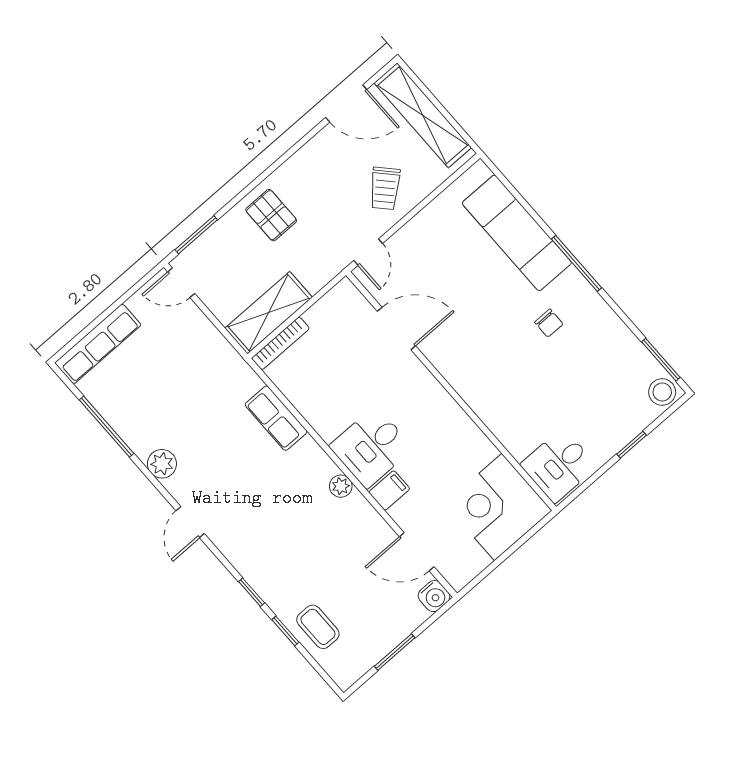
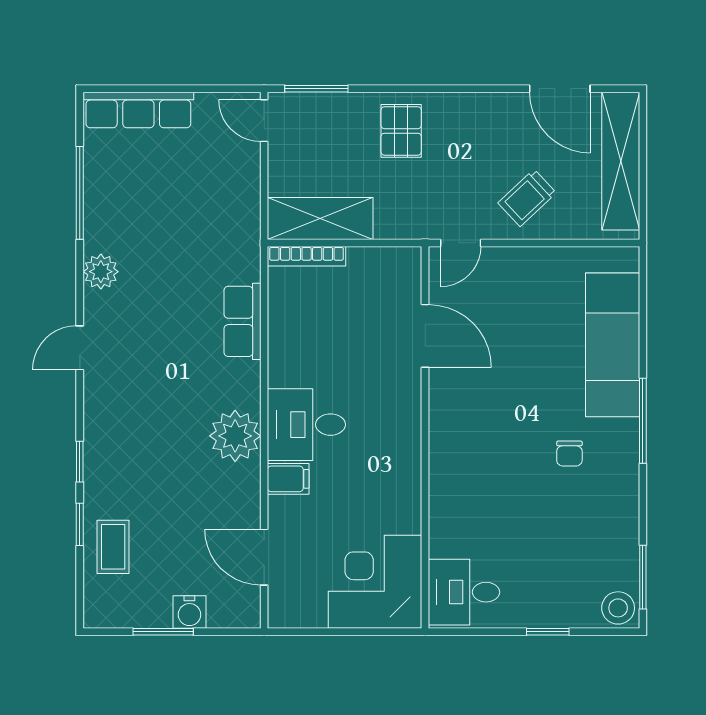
plant: (341, 486) -> (235, 436), width x1.88, depth x1.88
water cooler: (434, 596) -> (189, 612), moved

